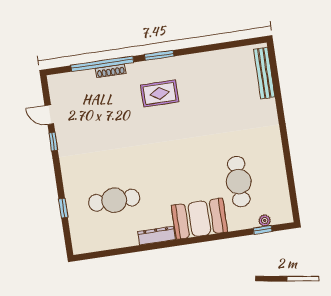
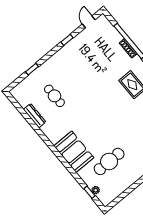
door: (49, 115) -> (89, 22), moved
cafe table: (114, 200) -> (54, 96), width x0.73, depth x0.74
dresser: (156, 236) -> (35, 116), moved

